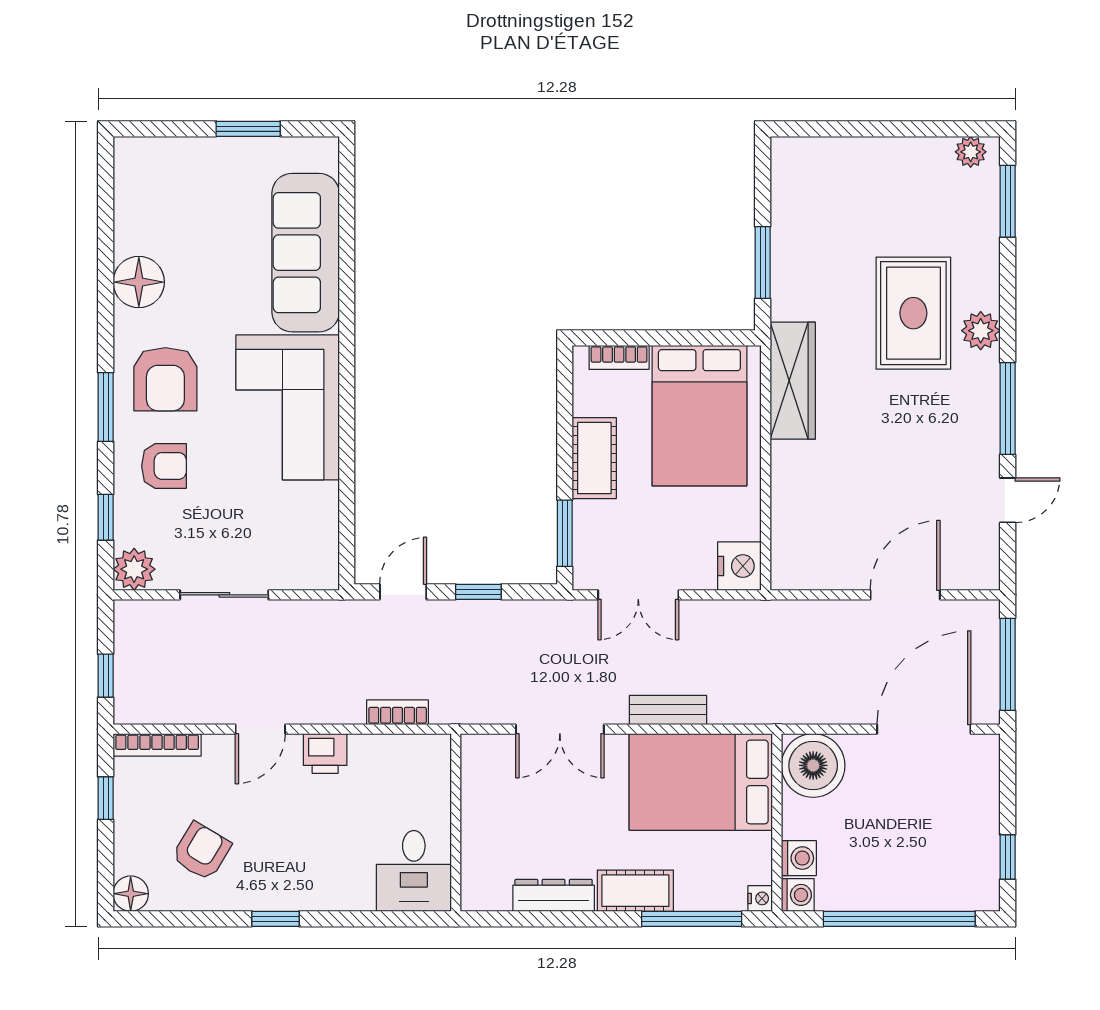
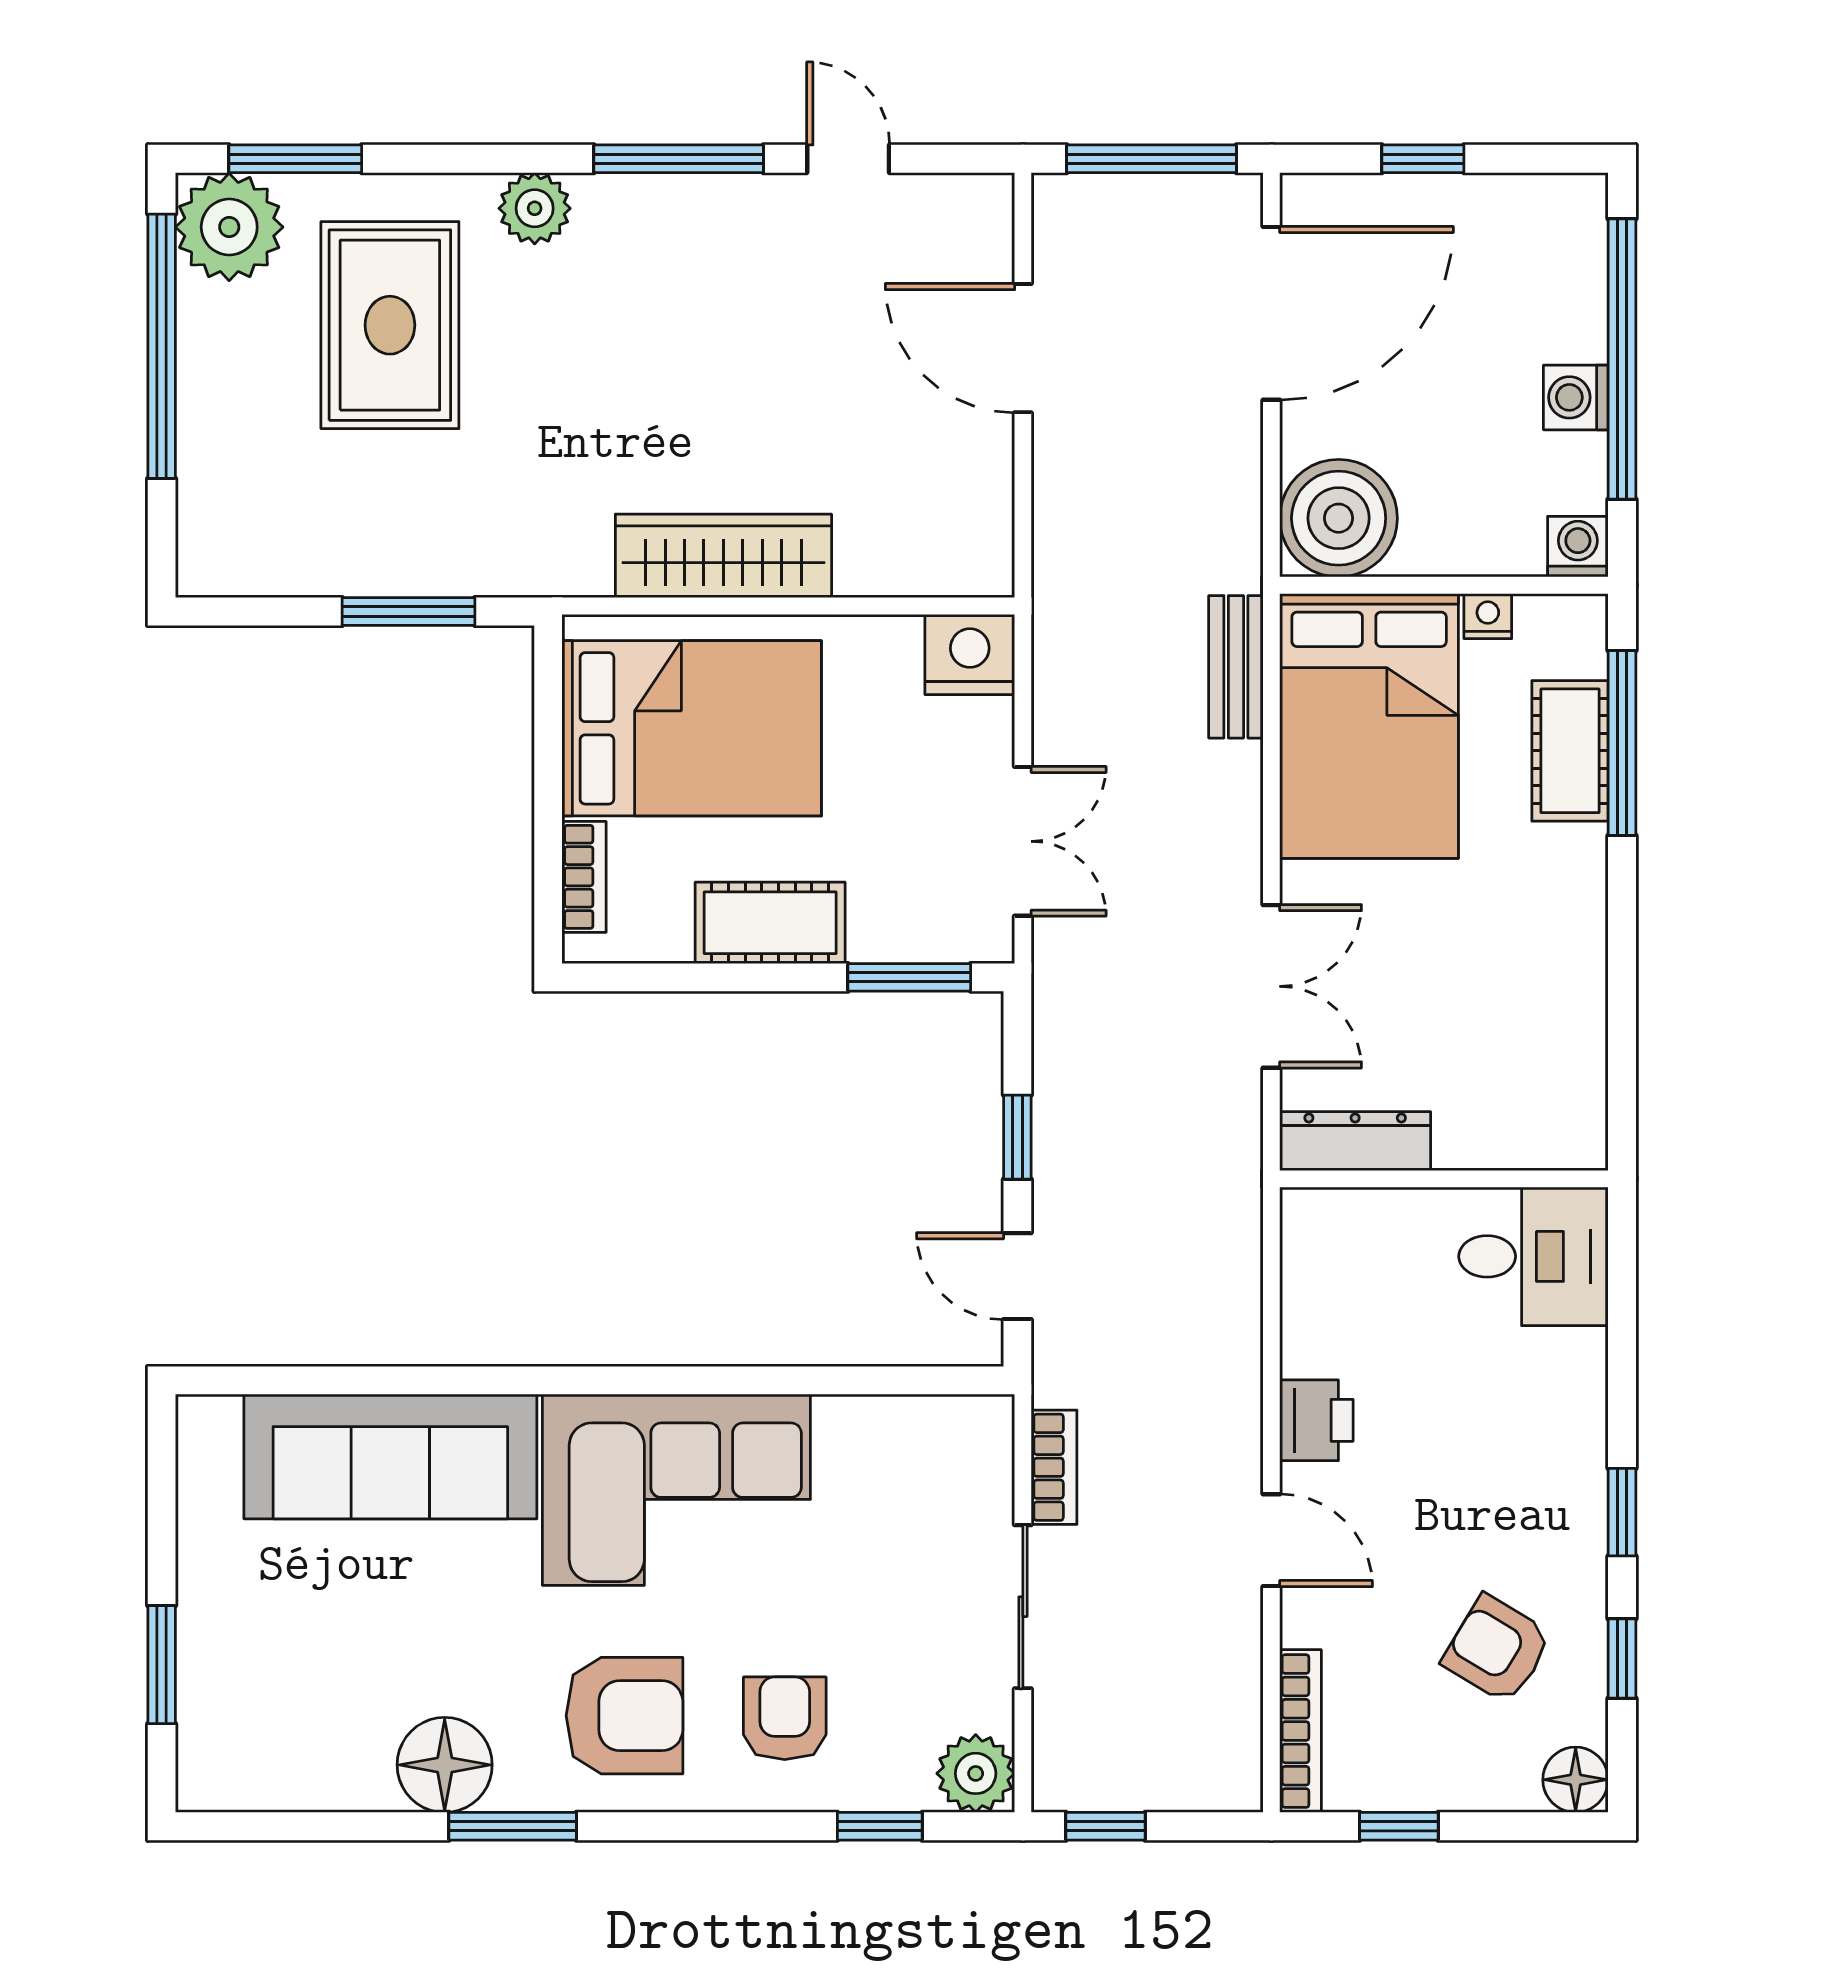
window: (248, 129) -> (162, 1665), moved
window: (906, 129) -> (162, 346), added
plant: (971, 152) -> (229, 227), width x1.88, depth x1.88
rug: (913, 313) -> (390, 325), moved, turned 90
wardrobe: (793, 381) -> (723, 556), moved
window: (106, 407) -> (513, 1826), moved
window: (106, 676) -> (1105, 1826), moved
bench: (668, 710) -> (1236, 667), moved
bookcase: (398, 712) -> (1054, 1467), moved, turned 180
door: (924, 729) -> (1271, 313), swing flipped
window: (1008, 857) -> (1423, 159), moved
washing machine: (799, 858) -> (1576, 397), moved, turned -90
cot: (635, 891) -> (1570, 751), moved
dresser: (554, 895) -> (1355, 1141), moved, turned 90
nightstand: (760, 898) -> (1488, 616), moved
window: (196, 919) -> (1622, 1658), added

